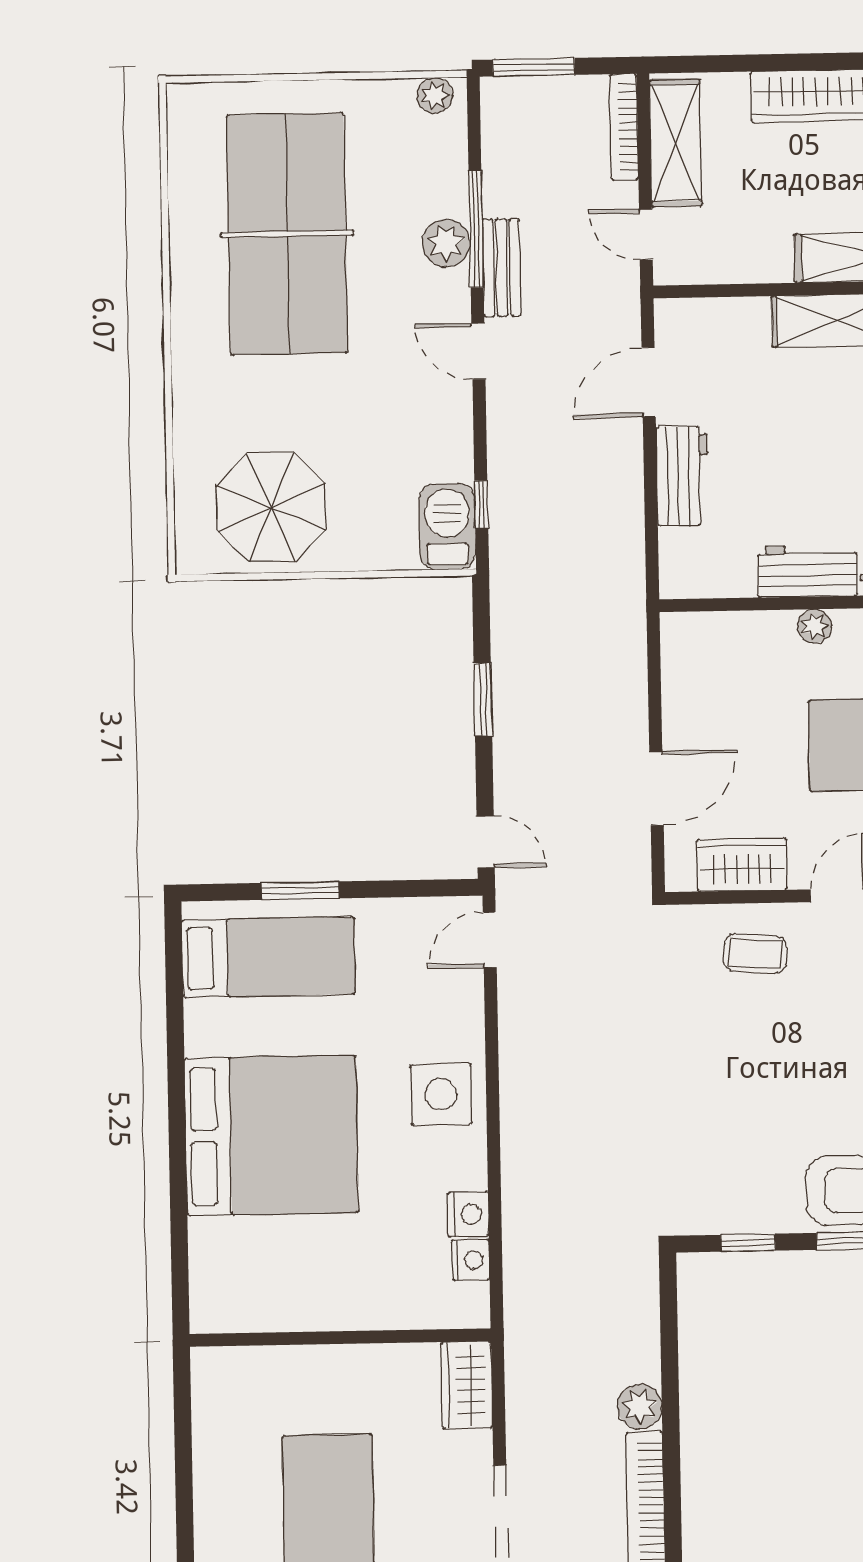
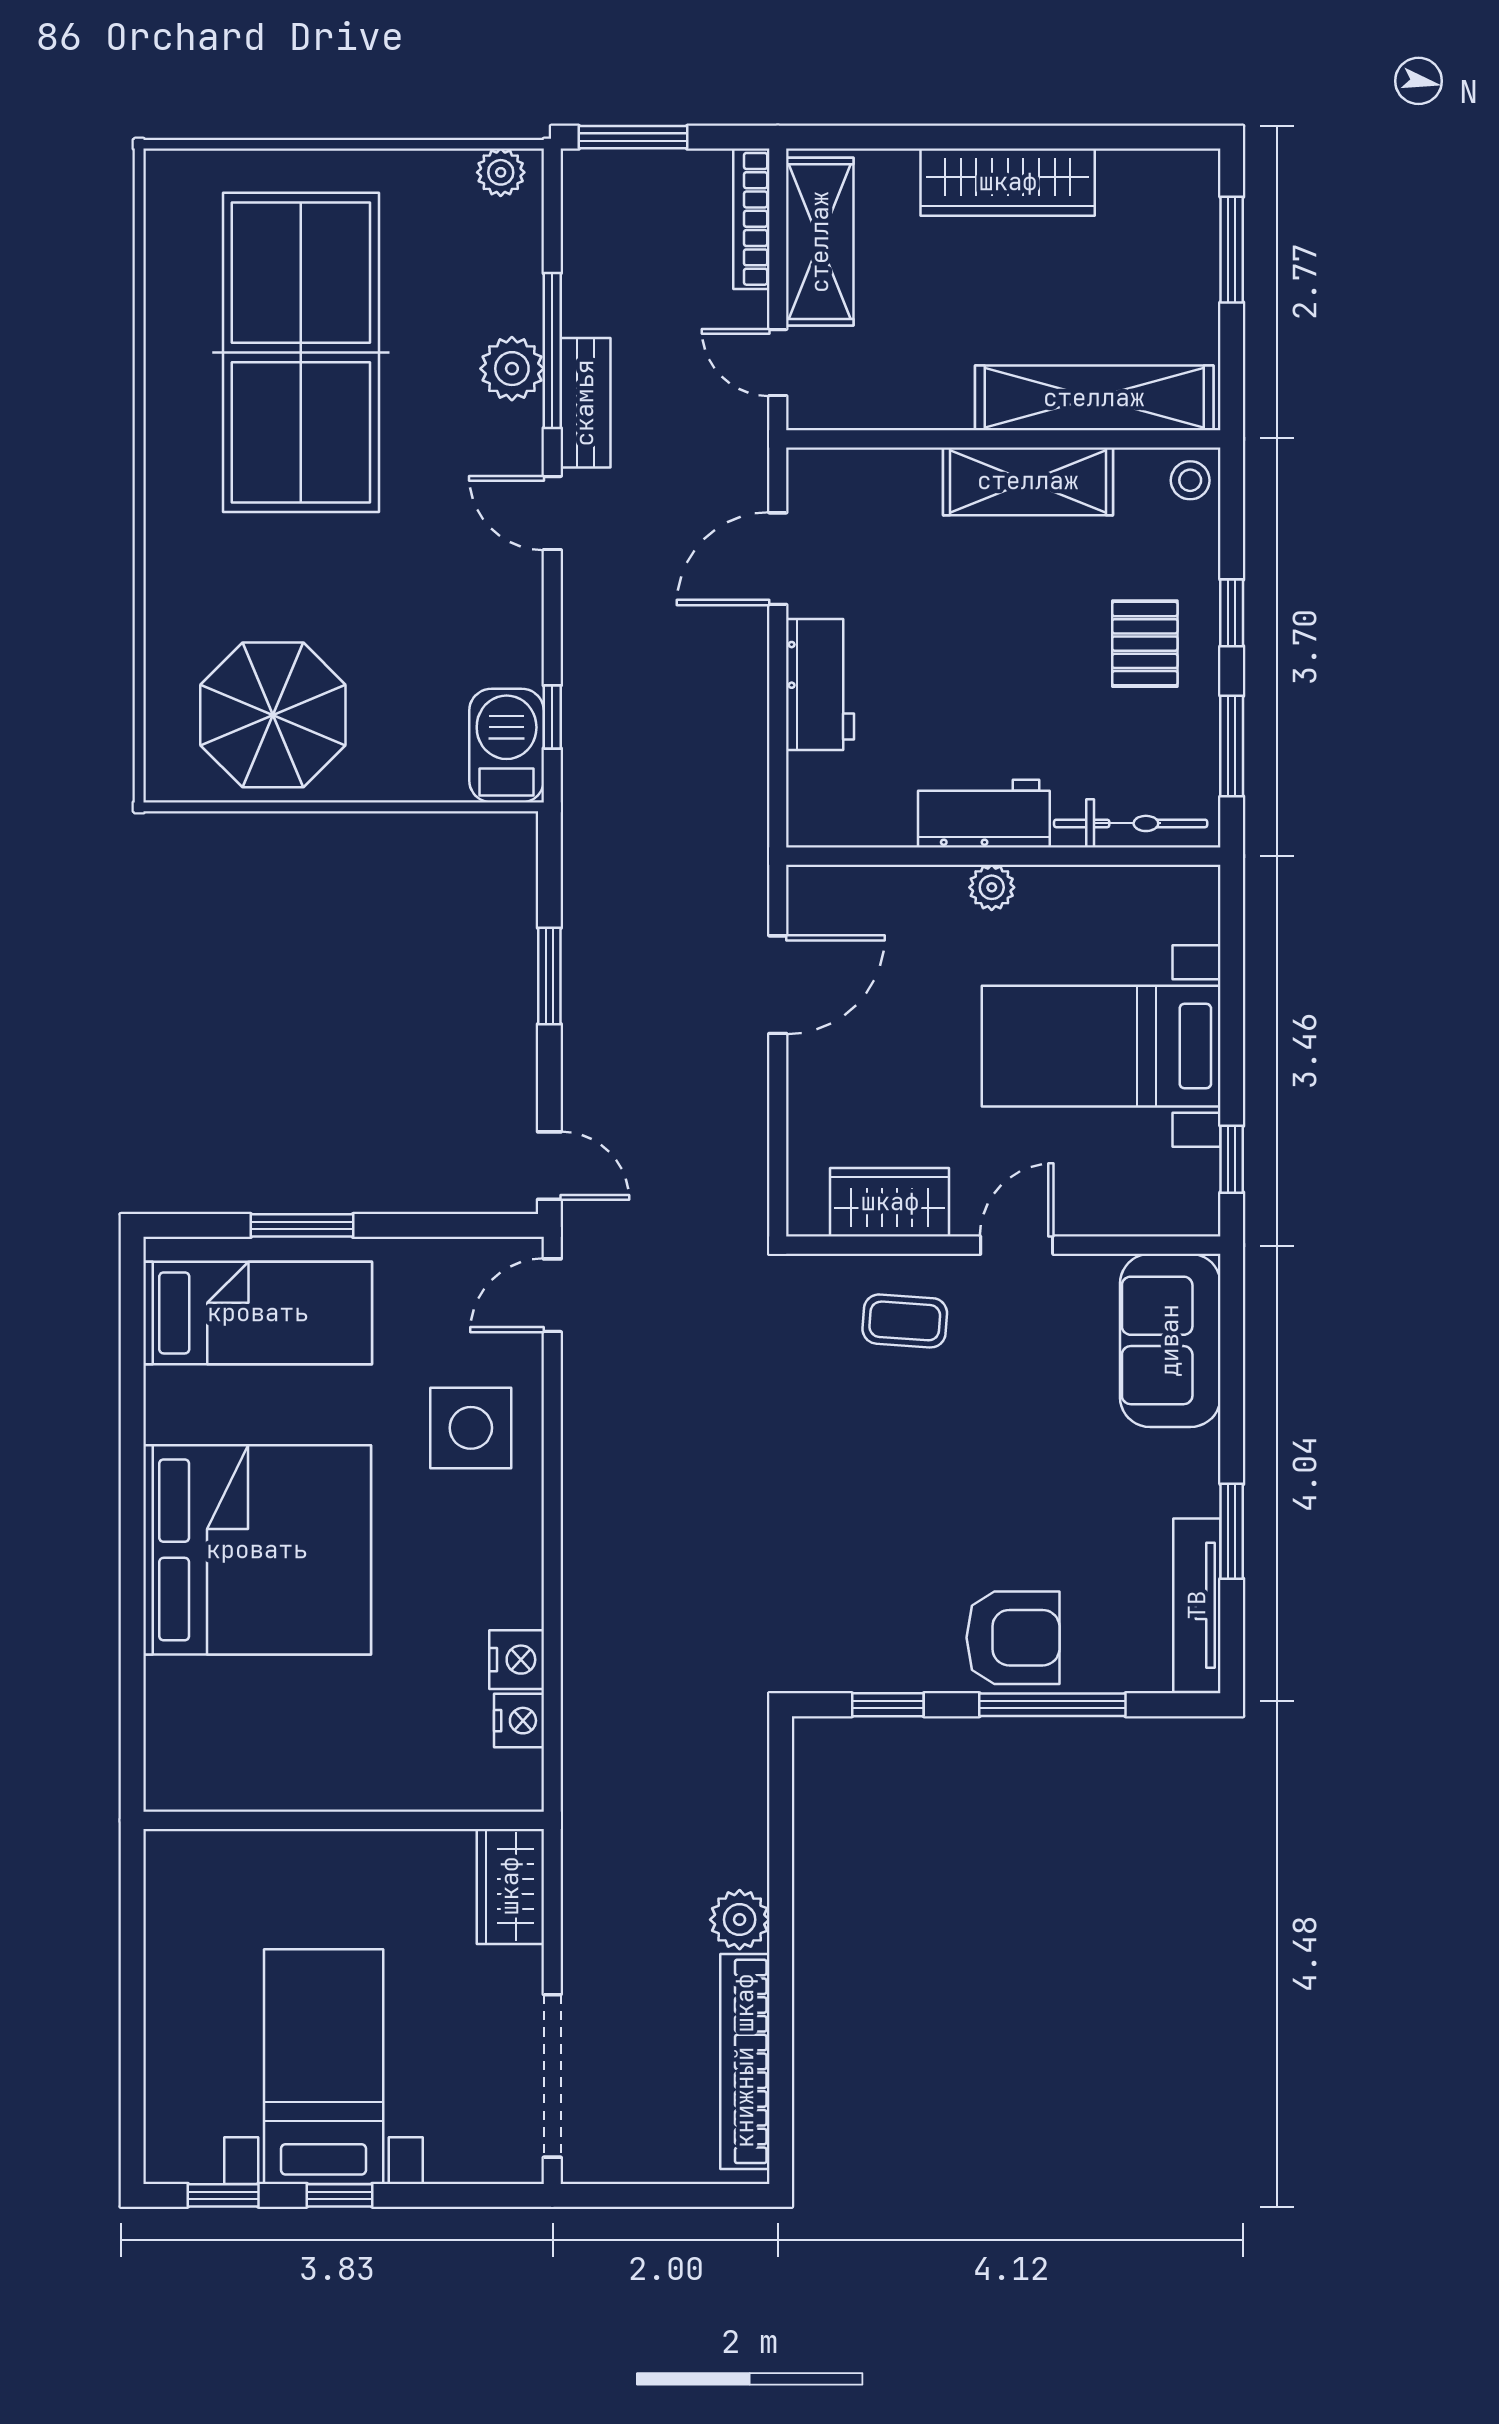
door: (656, 788) -> (778, 985), moved
side table: (441, 1094) -> (471, 1428), moved

